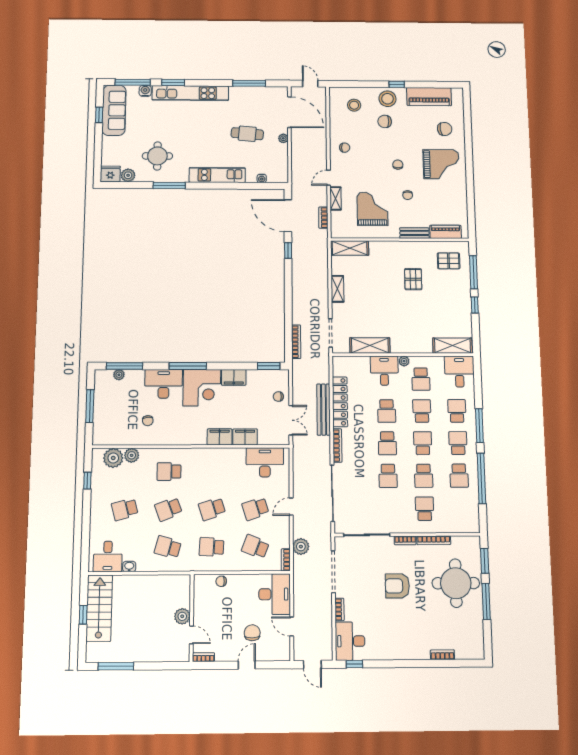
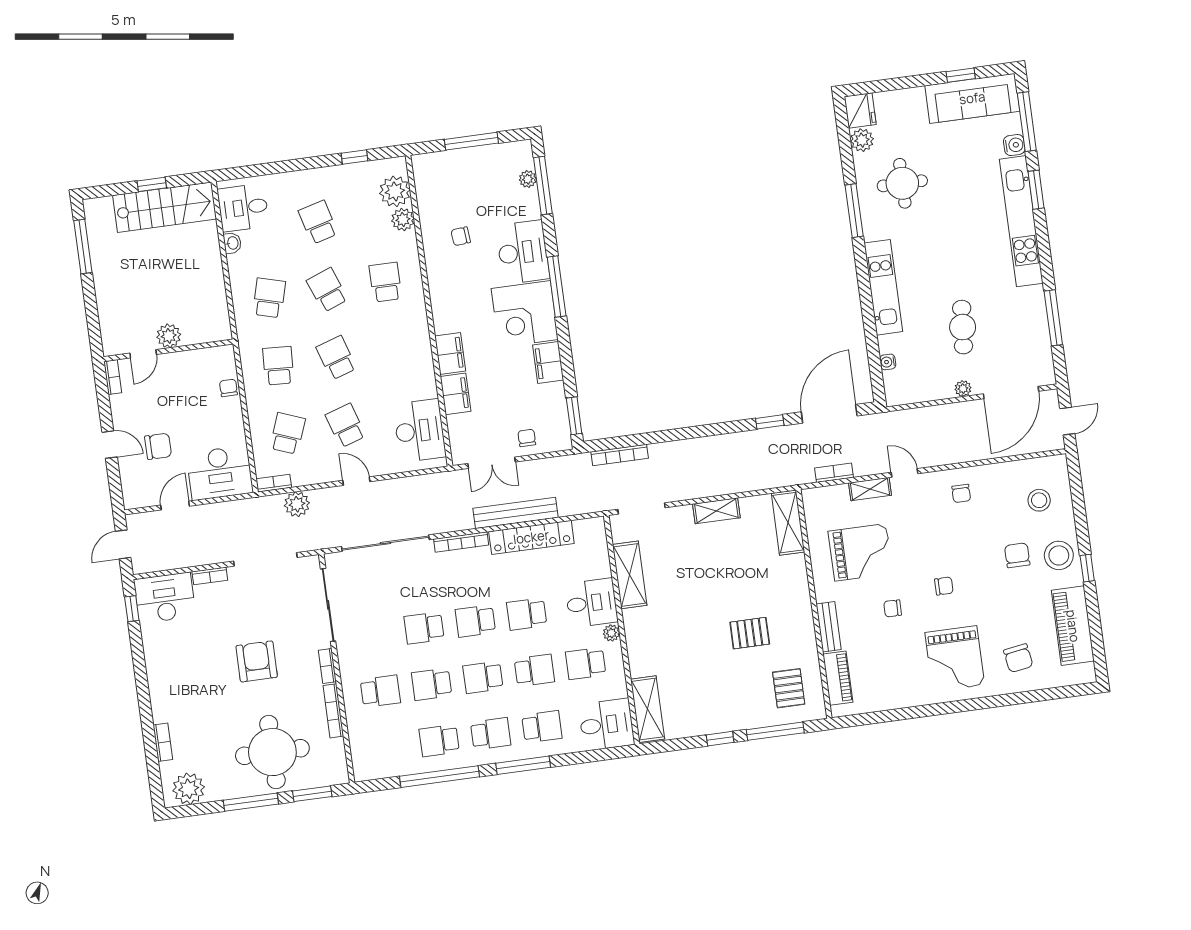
school desk: (423, 443) -> (483, 677), turned 180
plant: (474, 641) -> (189, 789), added

